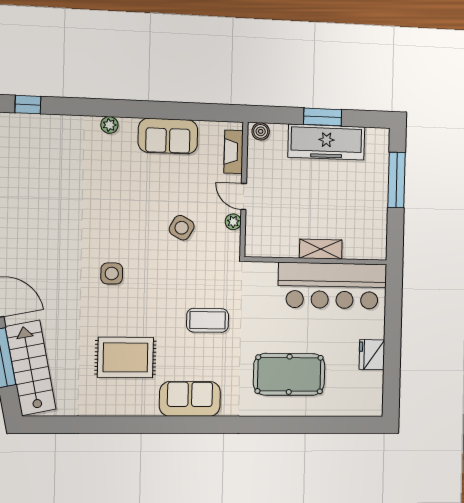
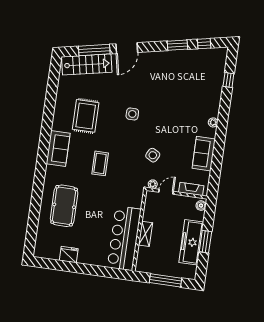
shelving: (321, 249) -> (146, 234), moved
wall: (316, 261) -> (139, 231), moved
bar counter: (332, 286) -> (124, 238), moved

